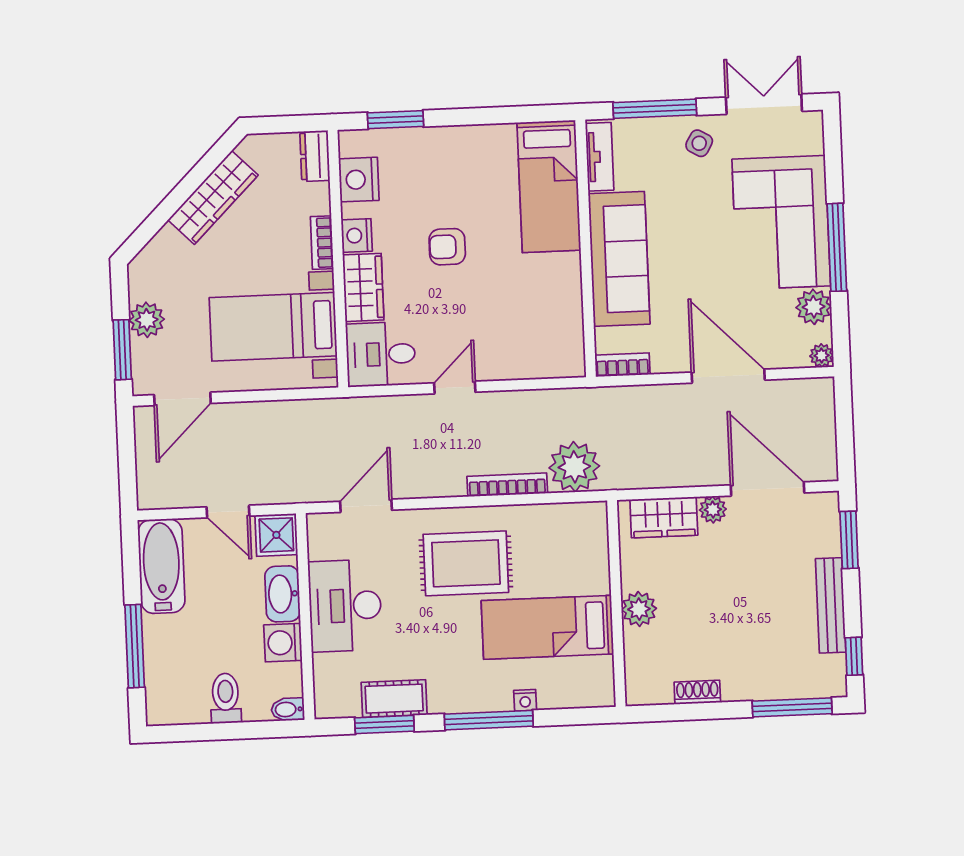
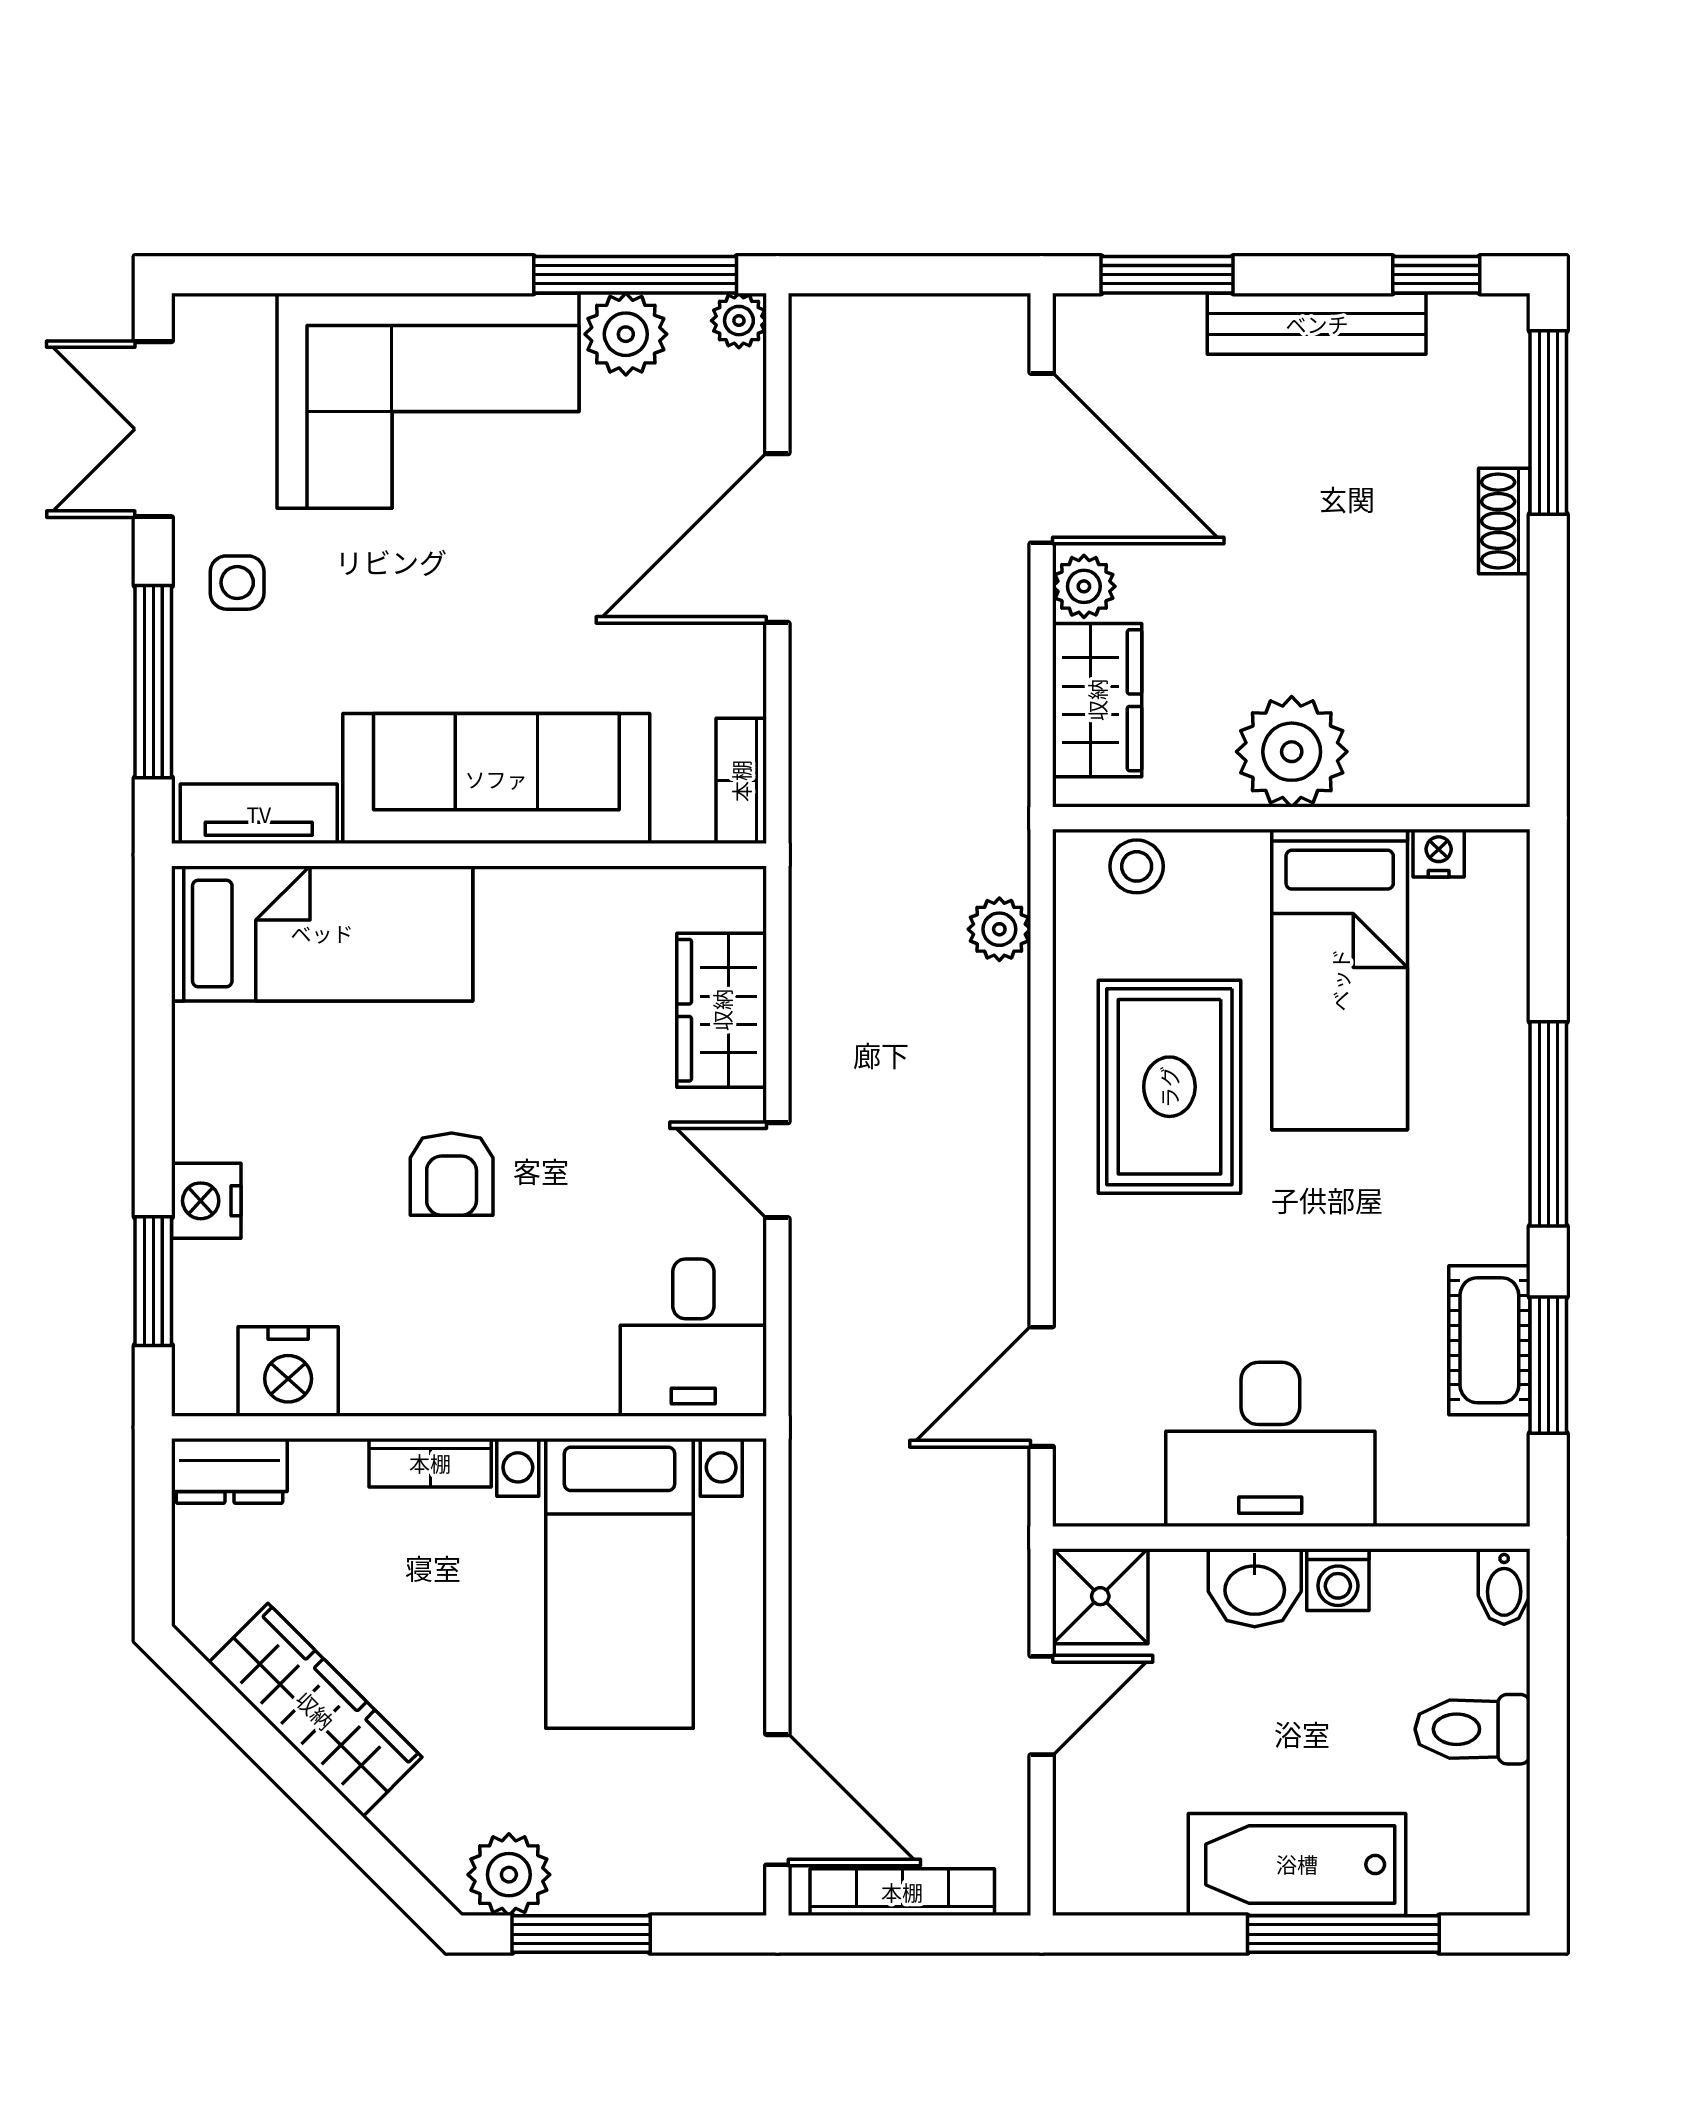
side table: (699, 143) -> (237, 583), turned -30
nightstand: (357, 235) -> (206, 1201), moved, turned 90
window: (837, 247) -> (635, 275), moved
wardrobe: (363, 287) -> (722, 1010), moved, turned -90
plant: (147, 320) -> (509, 1875), moved
window: (122, 350) -> (581, 1934), moved
plant: (574, 467) -> (999, 929), width x0.53, depth x0.53
bookcase: (507, 485) -> (902, 1892), moved, turned 90
door: (768, 489) -> (1042, 458), swing flipped
door: (366, 506) -> (1042, 1387), hinge flipped
stool: (593, 537) -> (1137, 866), added
rug: (466, 563) -> (1169, 1087), moved
bathtub: (161, 566) -> (1297, 1864), moved
washbasin: (283, 594) -> (1255, 1588), width x0.72
plant: (639, 609) -> (1292, 752), width x1.36, depth x1.36
washing machine: (283, 643) -> (1338, 1580), width x0.73, depth x0.73
shoe rack: (697, 692) -> (1504, 521), moved
nightstand: (525, 700) -> (1439, 853), moved, turned -90

